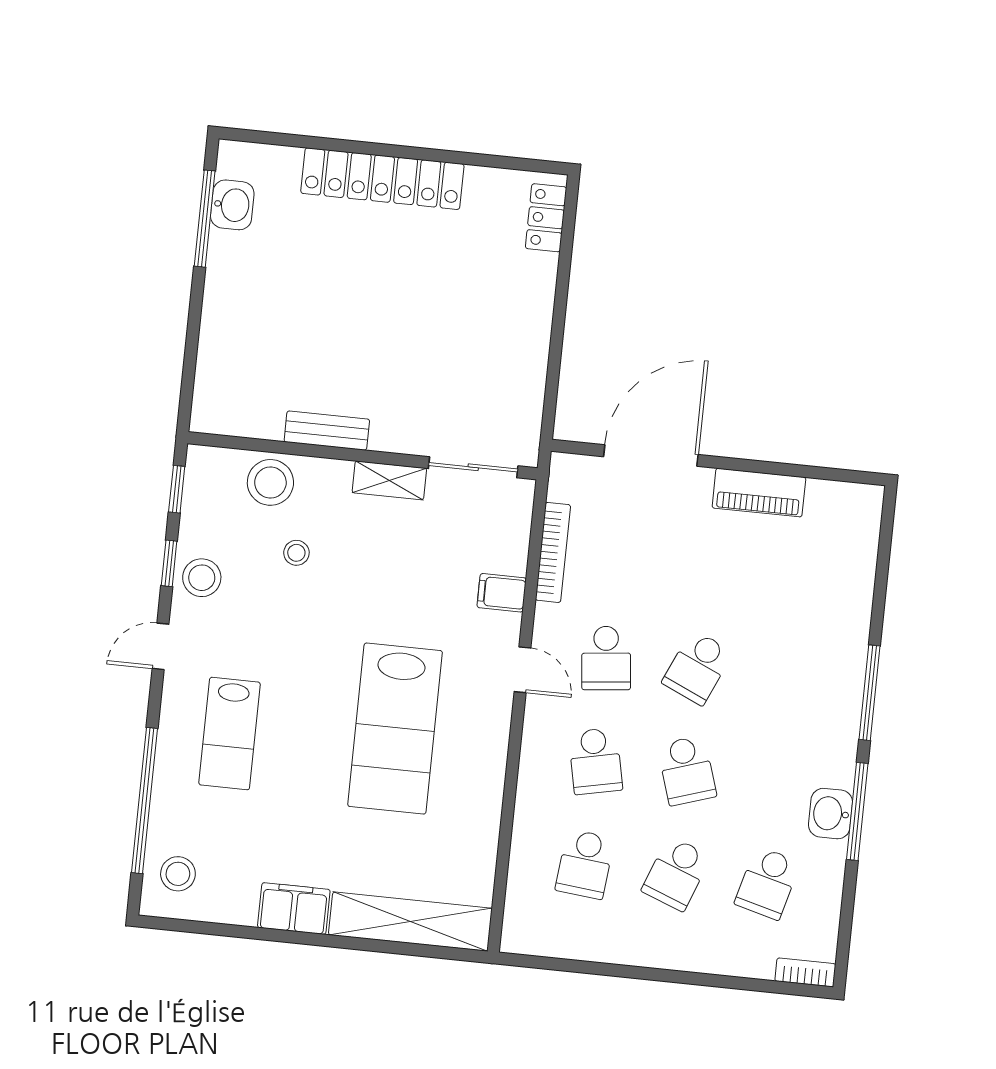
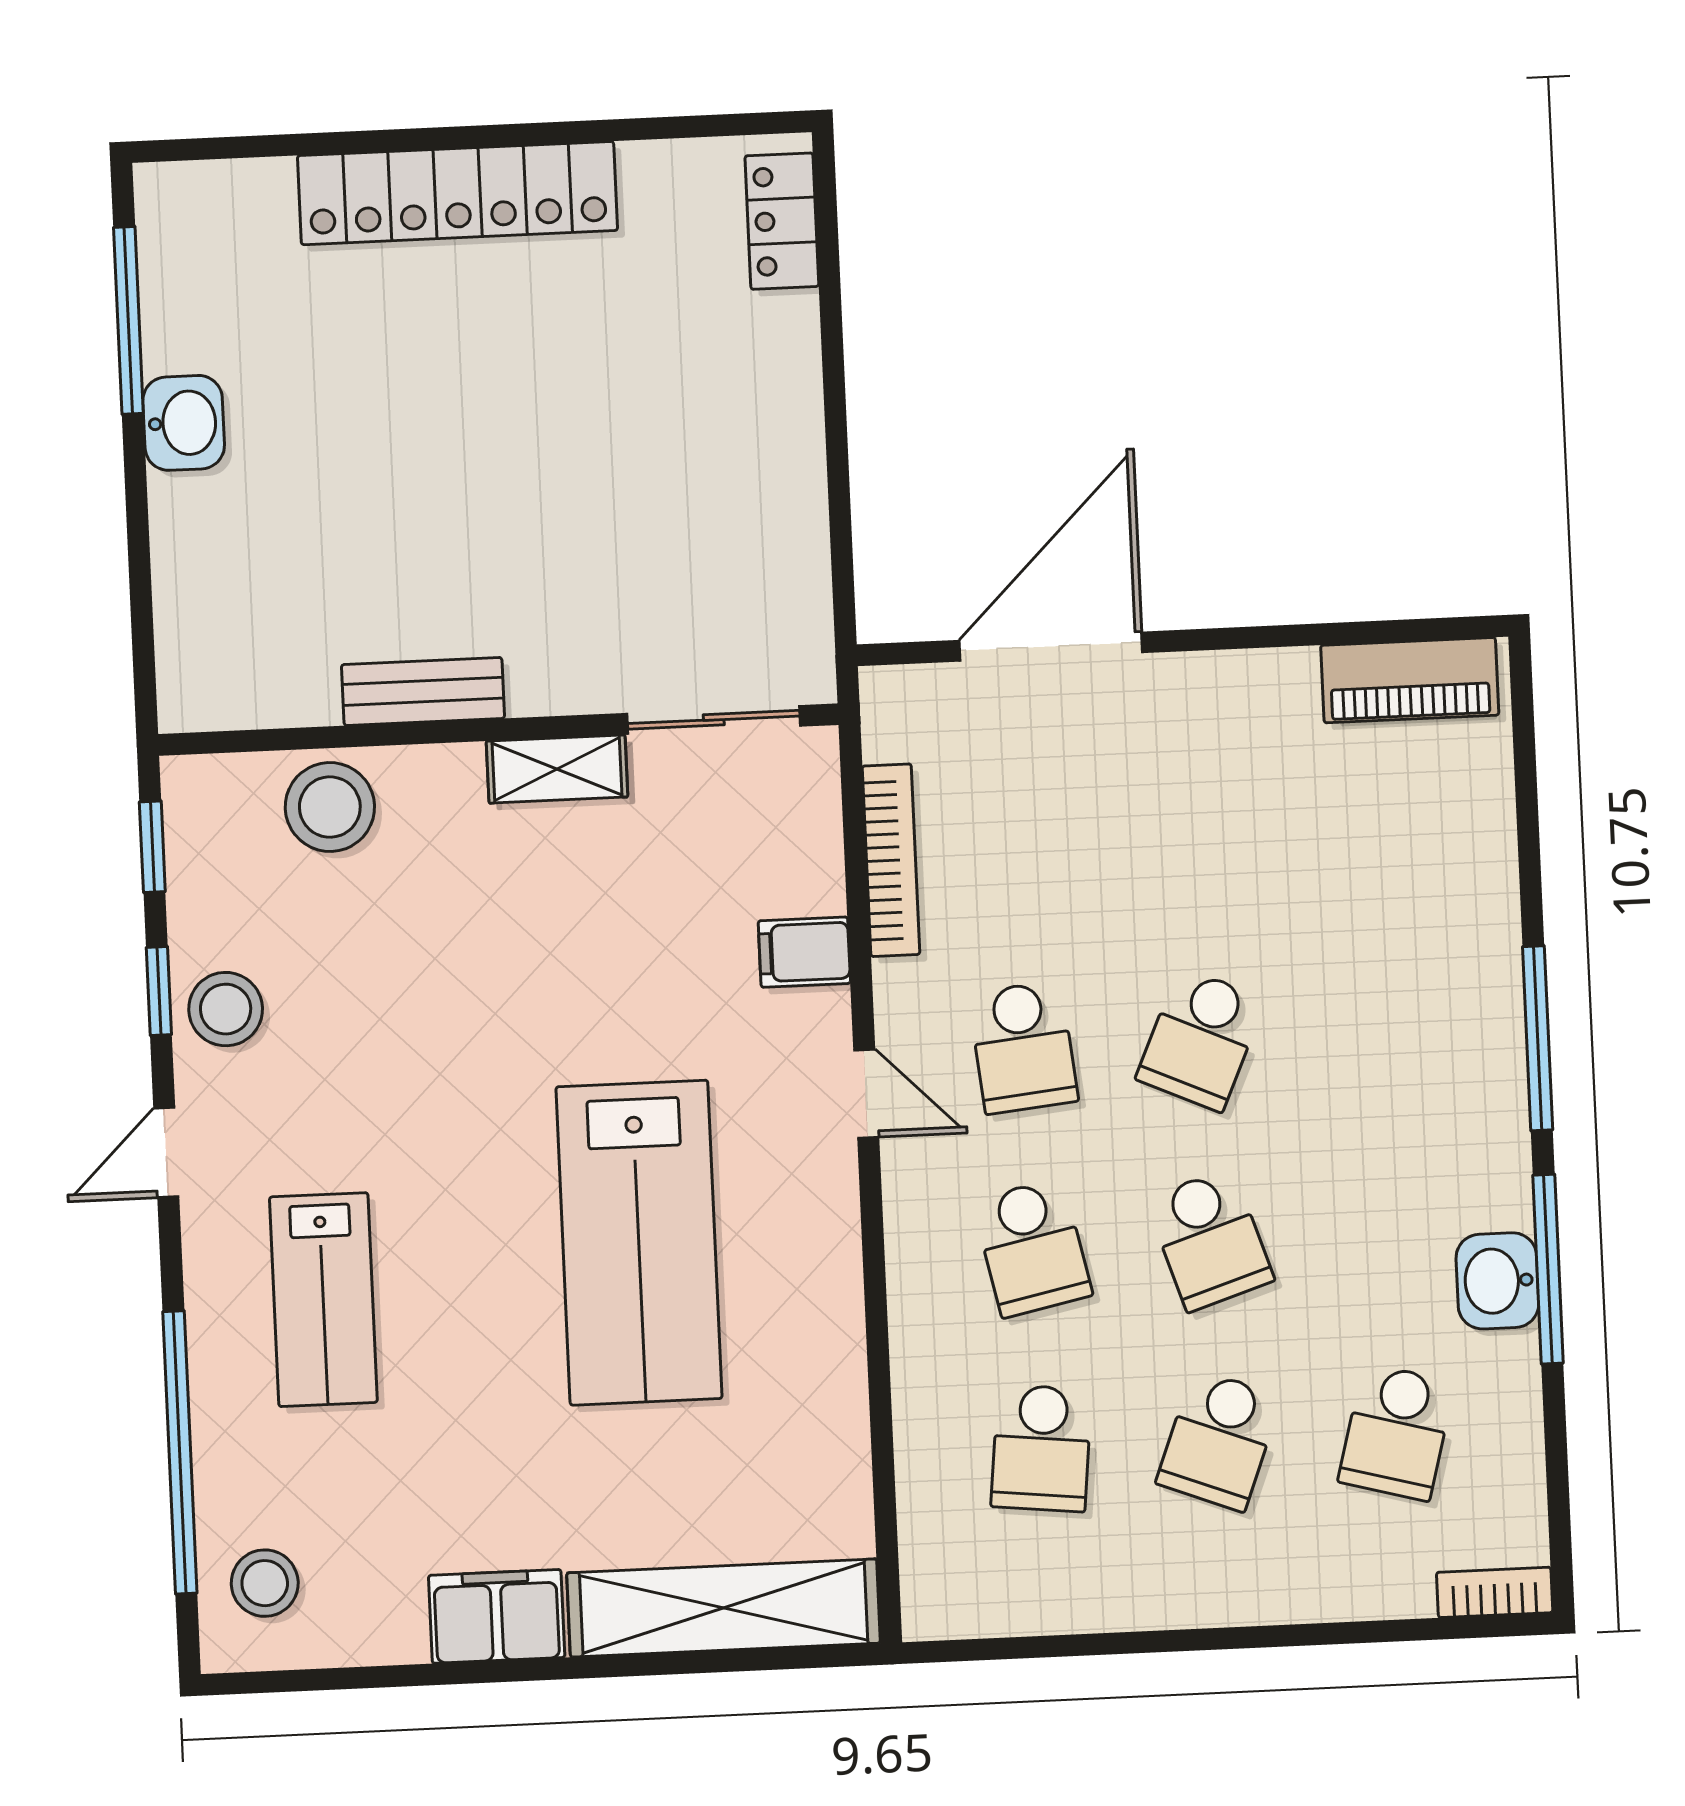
washbasin: (232, 205) -> (184, 423), moved
piano: (759, 493) -> (1410, 680), moved
stool: (296, 553) -> (400, 934), removed

